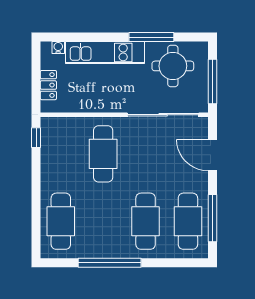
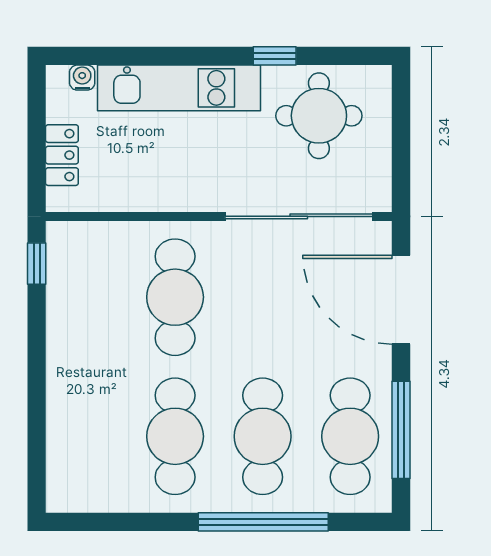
window: (151, 37) -> (275, 56), width x0.46
window: (213, 81) -> (401, 148), removed
door: (213, 155) -> (401, 300), width x1.36
cafe table: (61, 221) -> (175, 436), moved
window: (110, 263) -> (263, 522), moved

